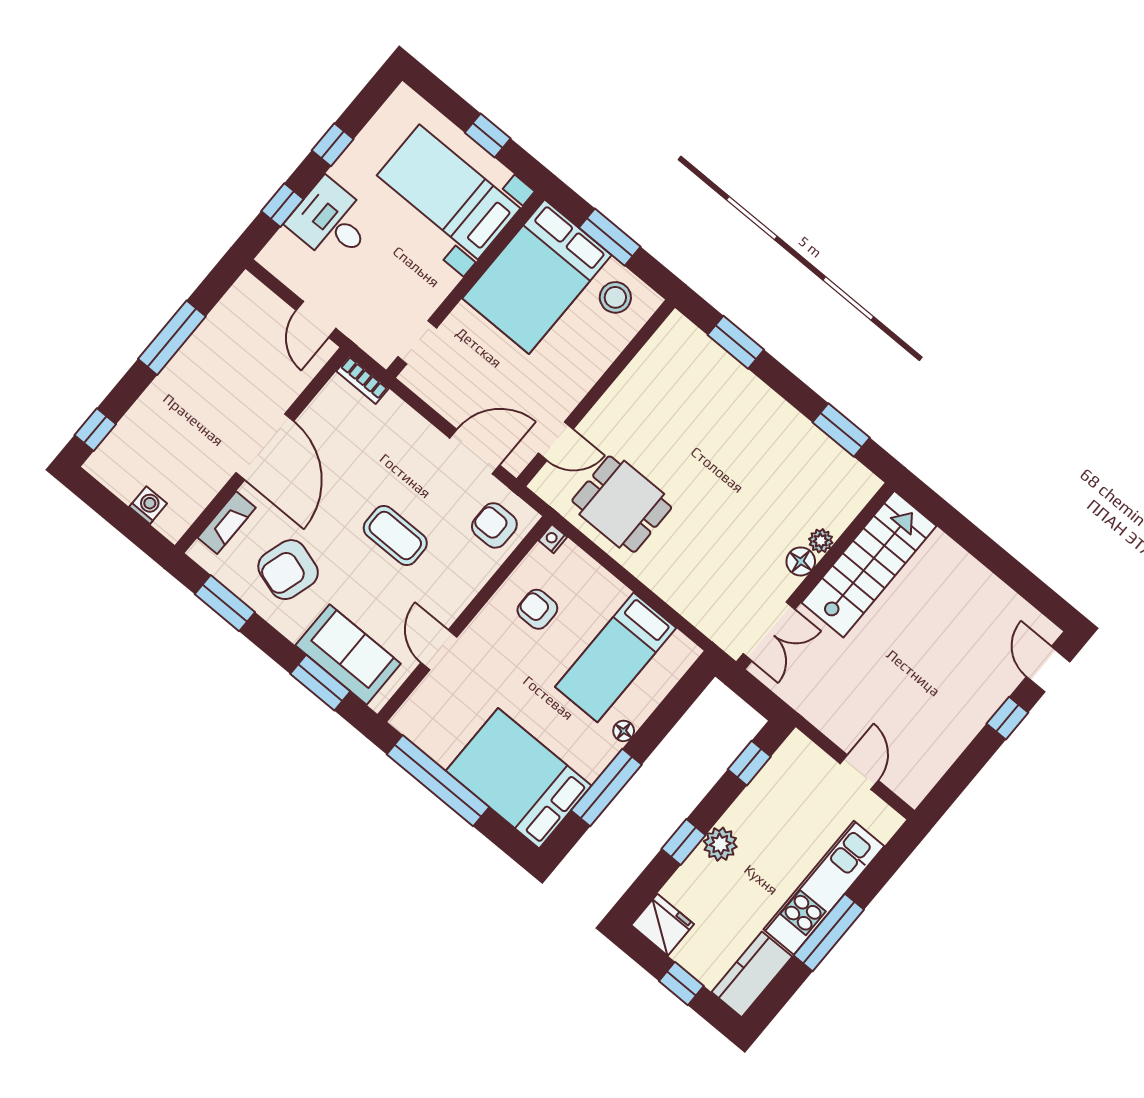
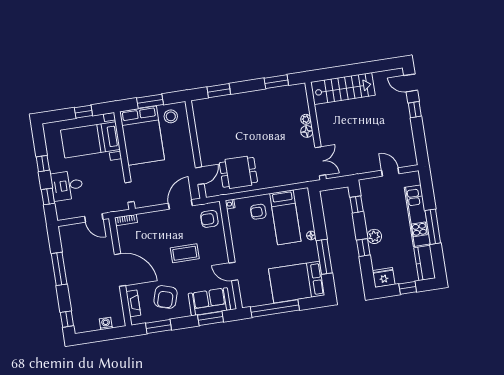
stairs: (869, 564) -> (343, 89), moved, turned 90
armchair: (537, 609) -> (258, 212), moved

